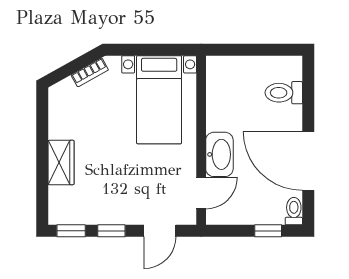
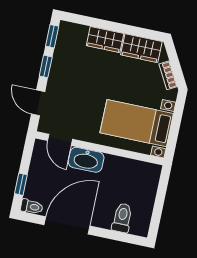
wardrobe: (62, 114) -> (141, 48), added

